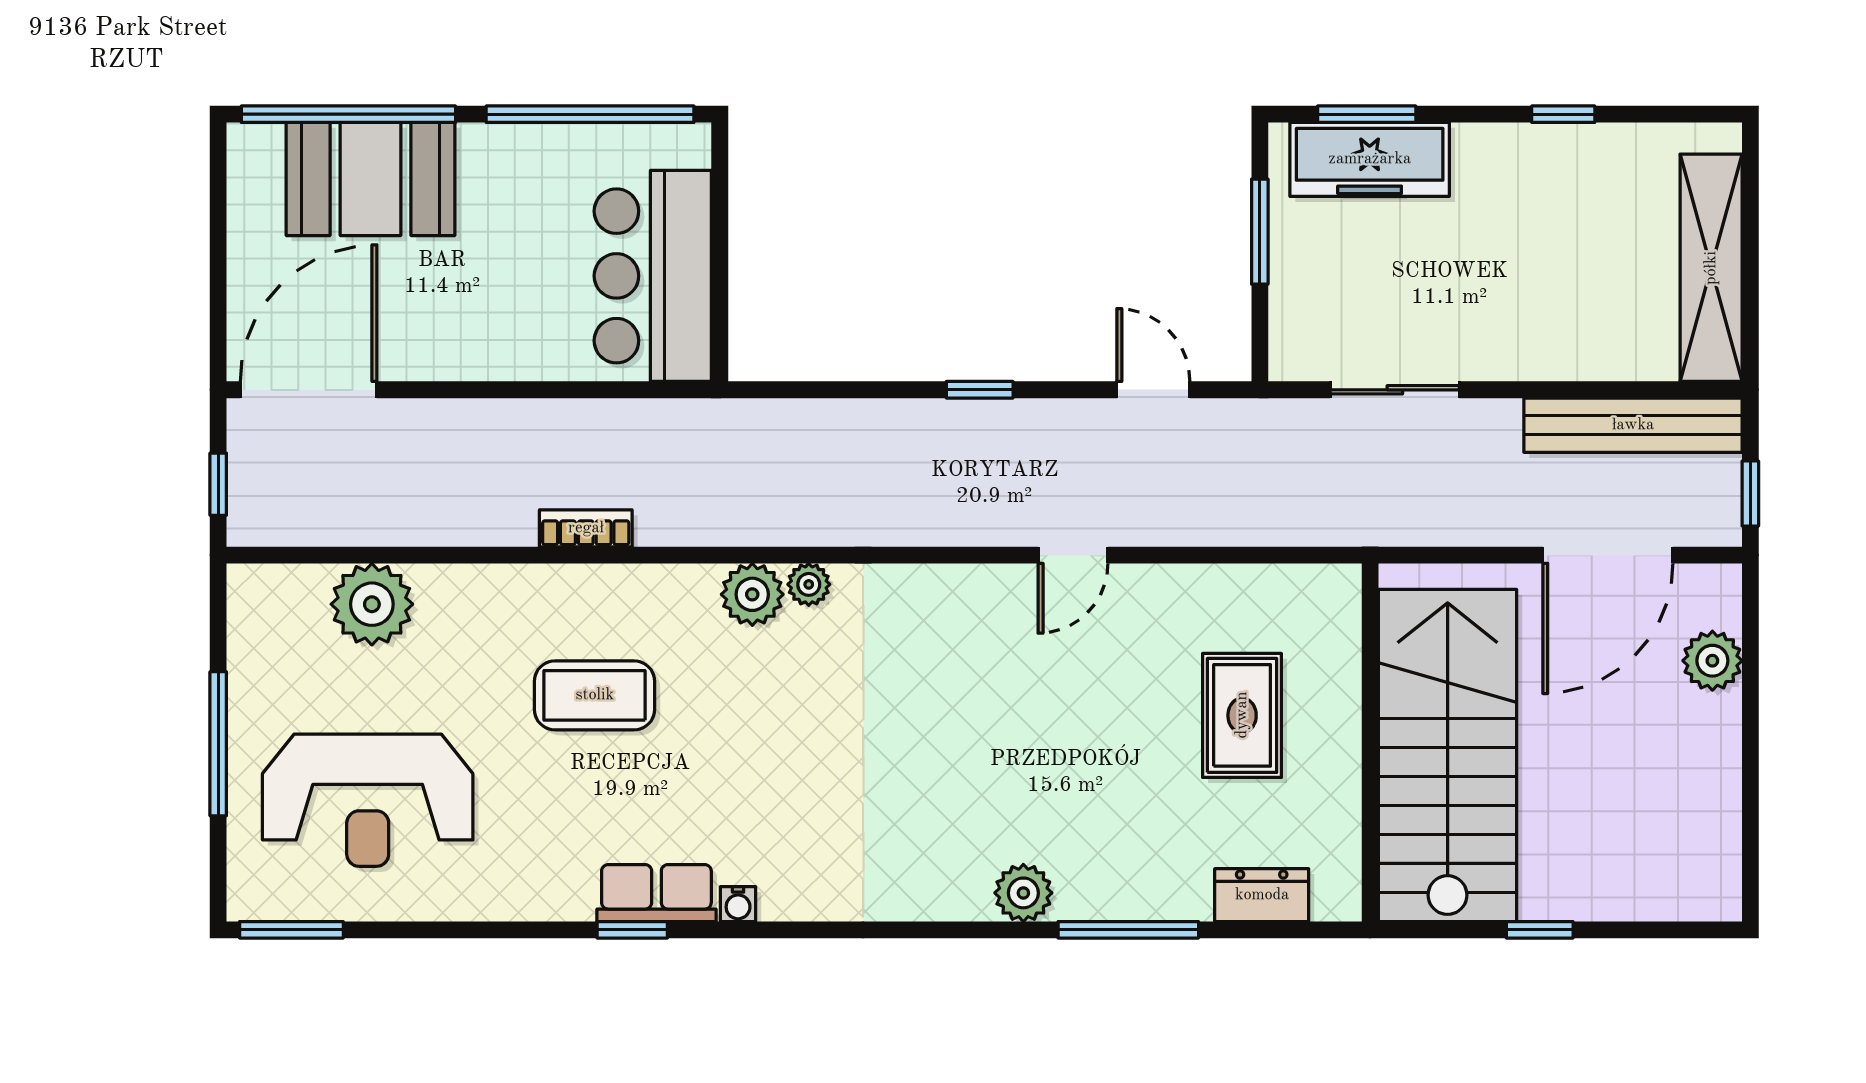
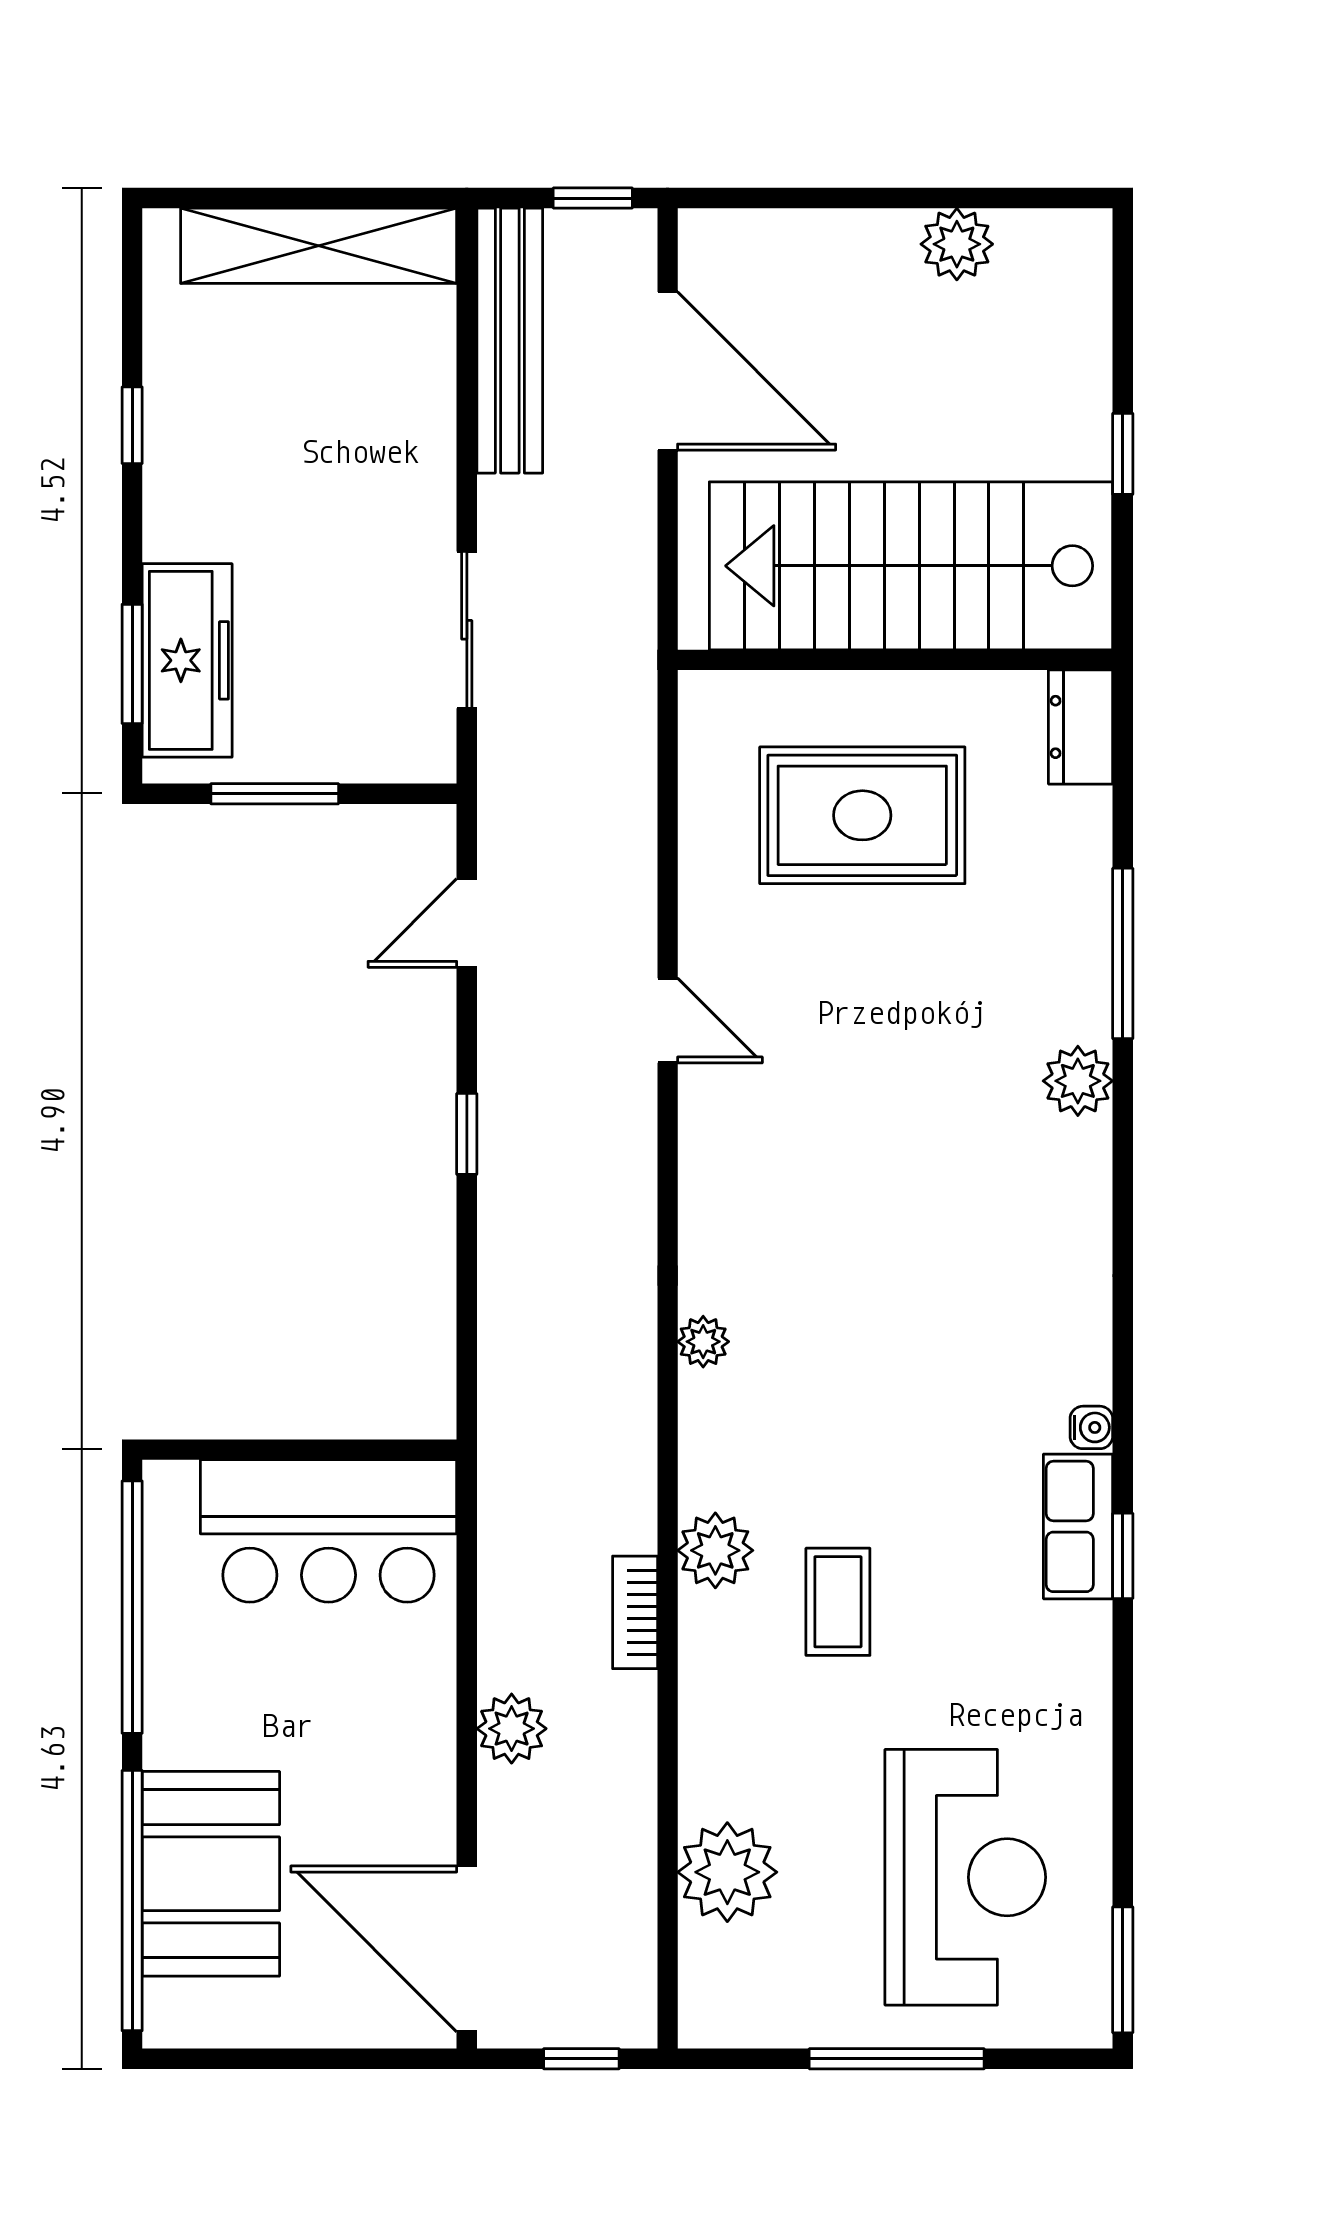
plant: (490, 427) -> (512, 1729), added
plant: (752, 594) -> (715, 1550), moved
plant: (1712, 661) -> (957, 244), moved
coffee table: (595, 695) -> (838, 1602), width x0.73, depth x0.77
rug: (1242, 715) -> (862, 815), width x1.36, depth x1.43
dresser: (1262, 895) -> (1081, 727), moved

